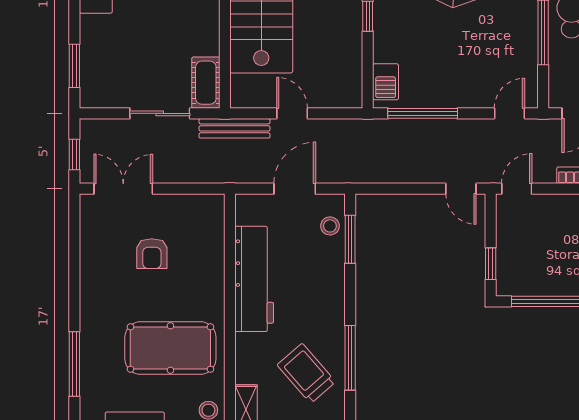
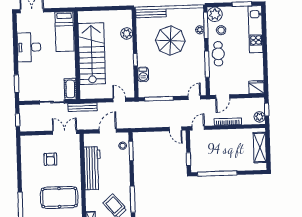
barbecue: (386, 82) -> (143, 74), moved
door: (292, 113) -> (119, 100), moved
double door: (123, 189) -> (65, 132), moved

